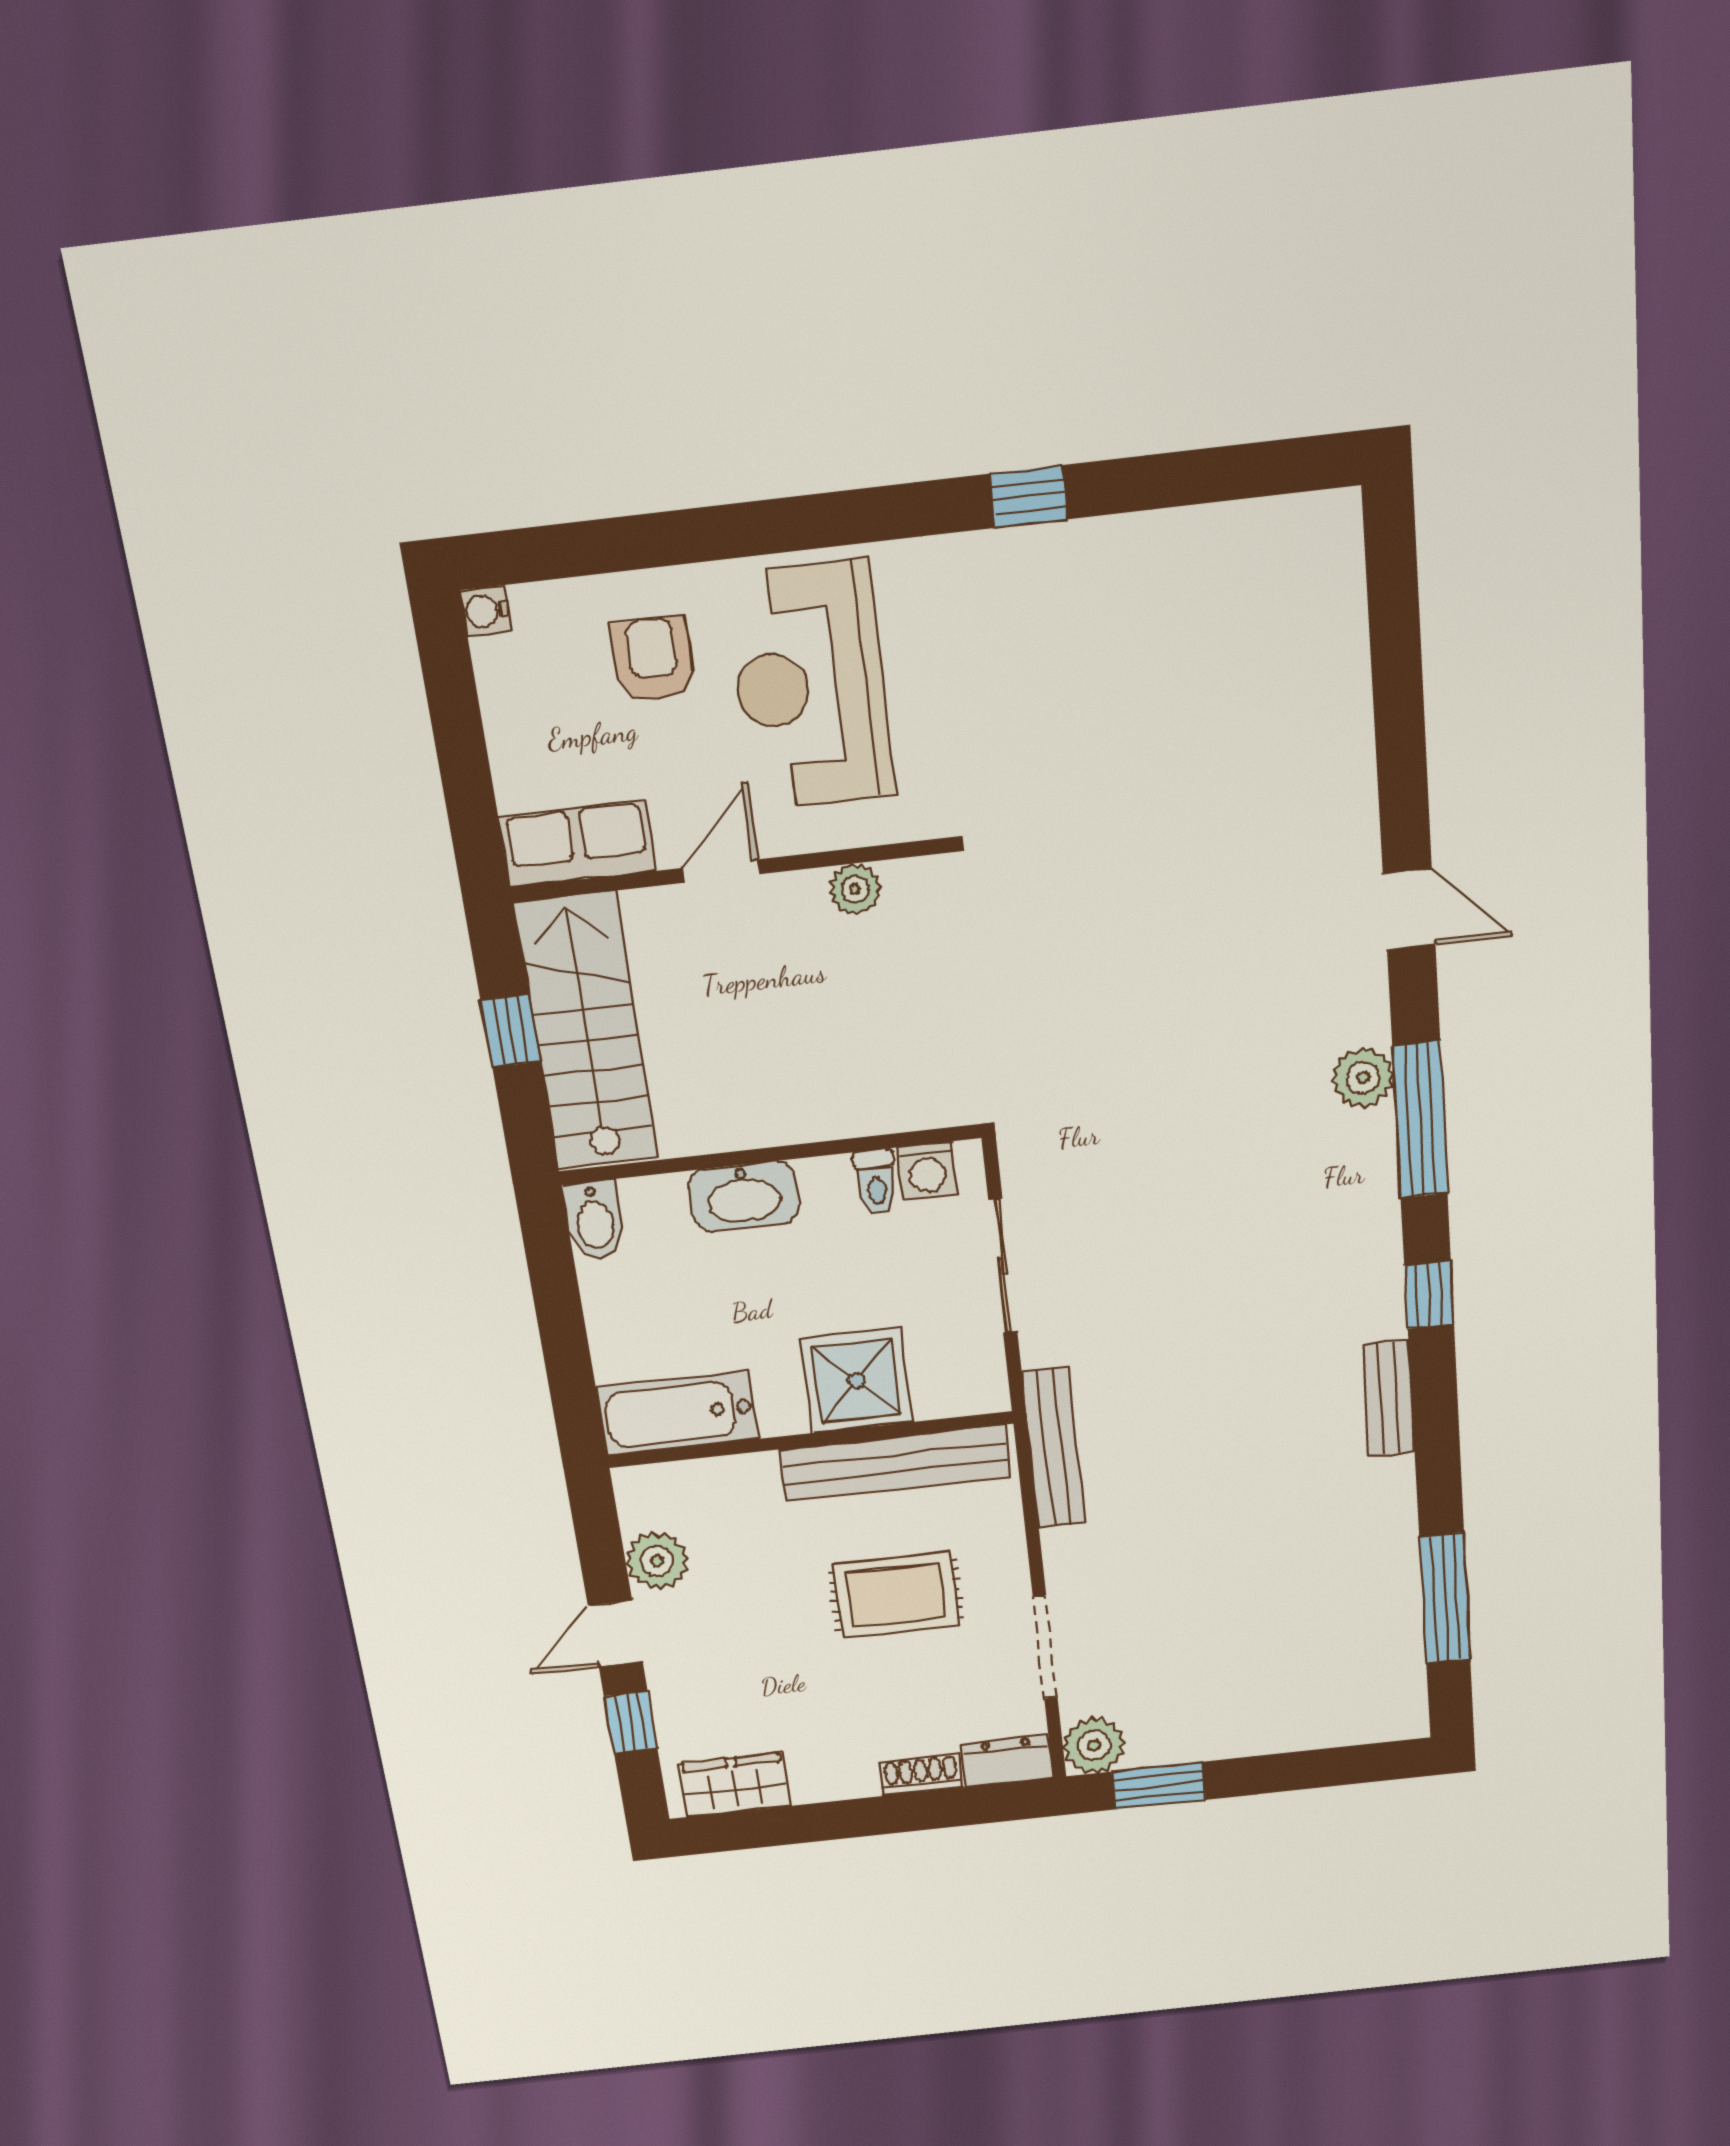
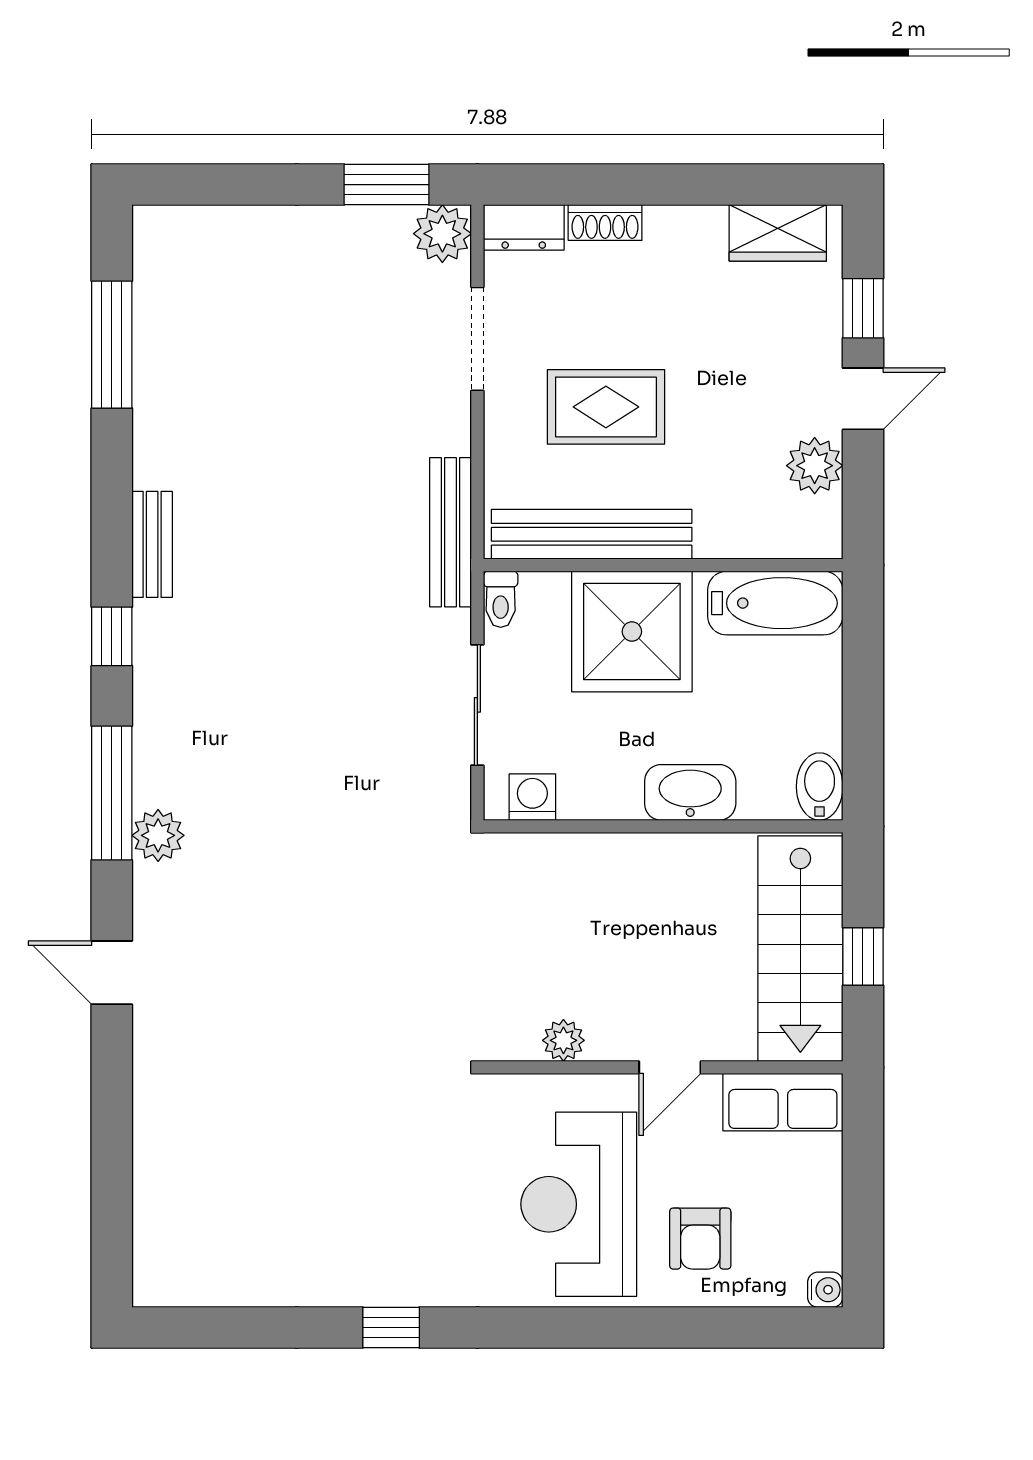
reception desk: (810, 686) -> (579, 1204), turned 180
toilet: (876, 1182) -> (501, 599), moved, turned 180
shower: (856, 1381) -> (632, 632), width x1.37, depth x1.37

